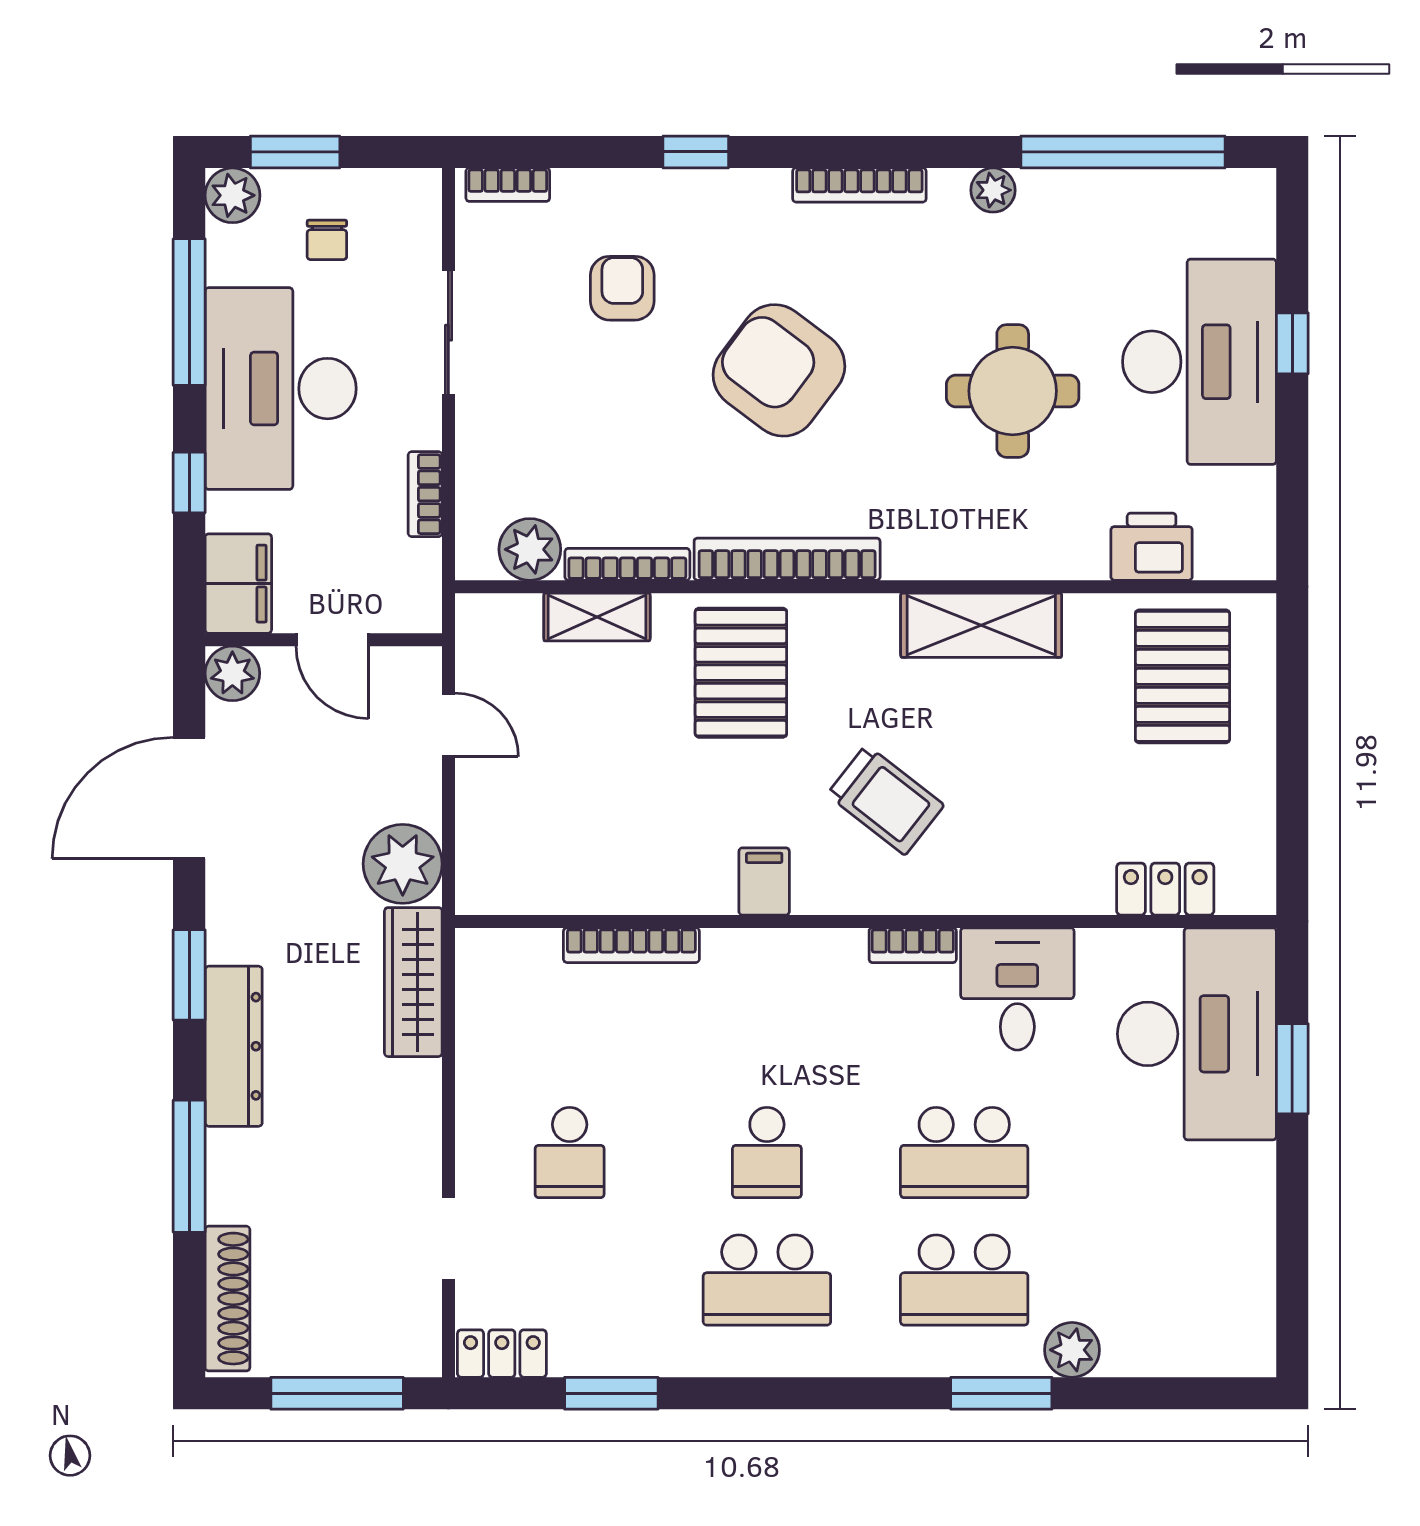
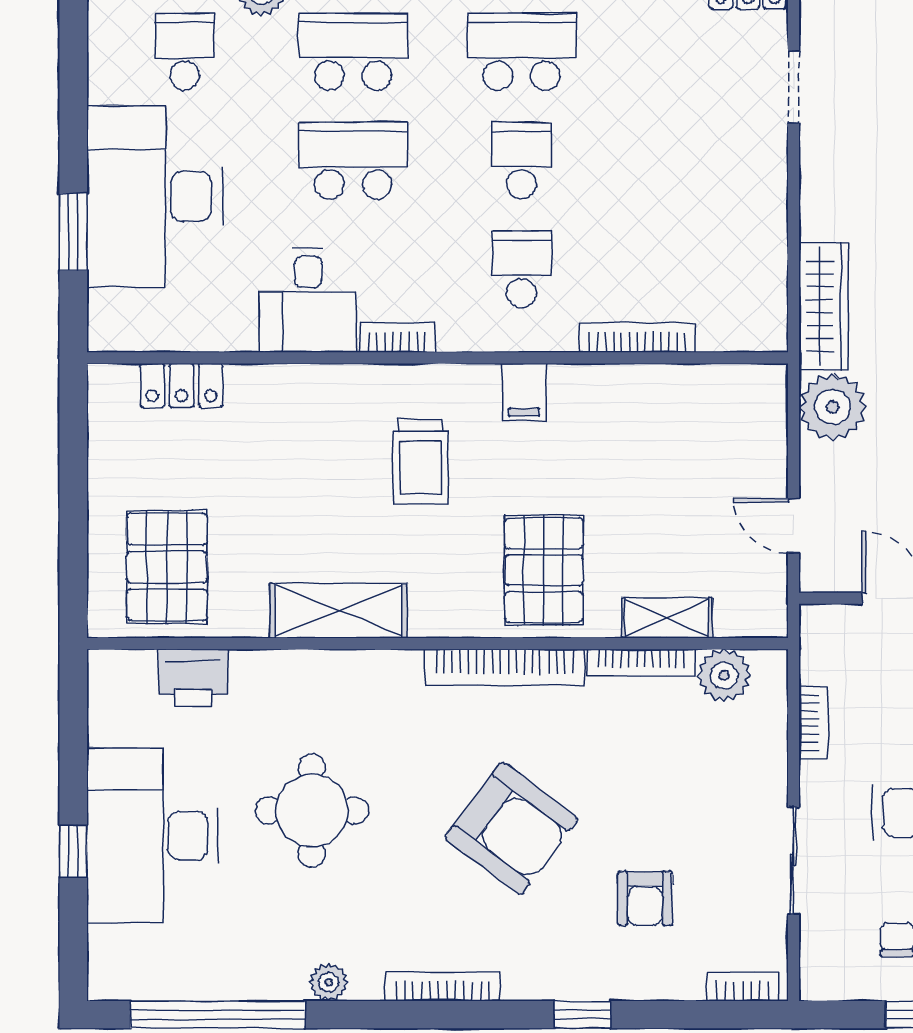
trolley: (885, 800) -> (420, 462), turned -128
desk: (1197, 1034) -> (155, 196), moved
school desk: (570, 1153) -> (522, 269), moved
school desk: (1162, 1280) -> (185, 52), added

